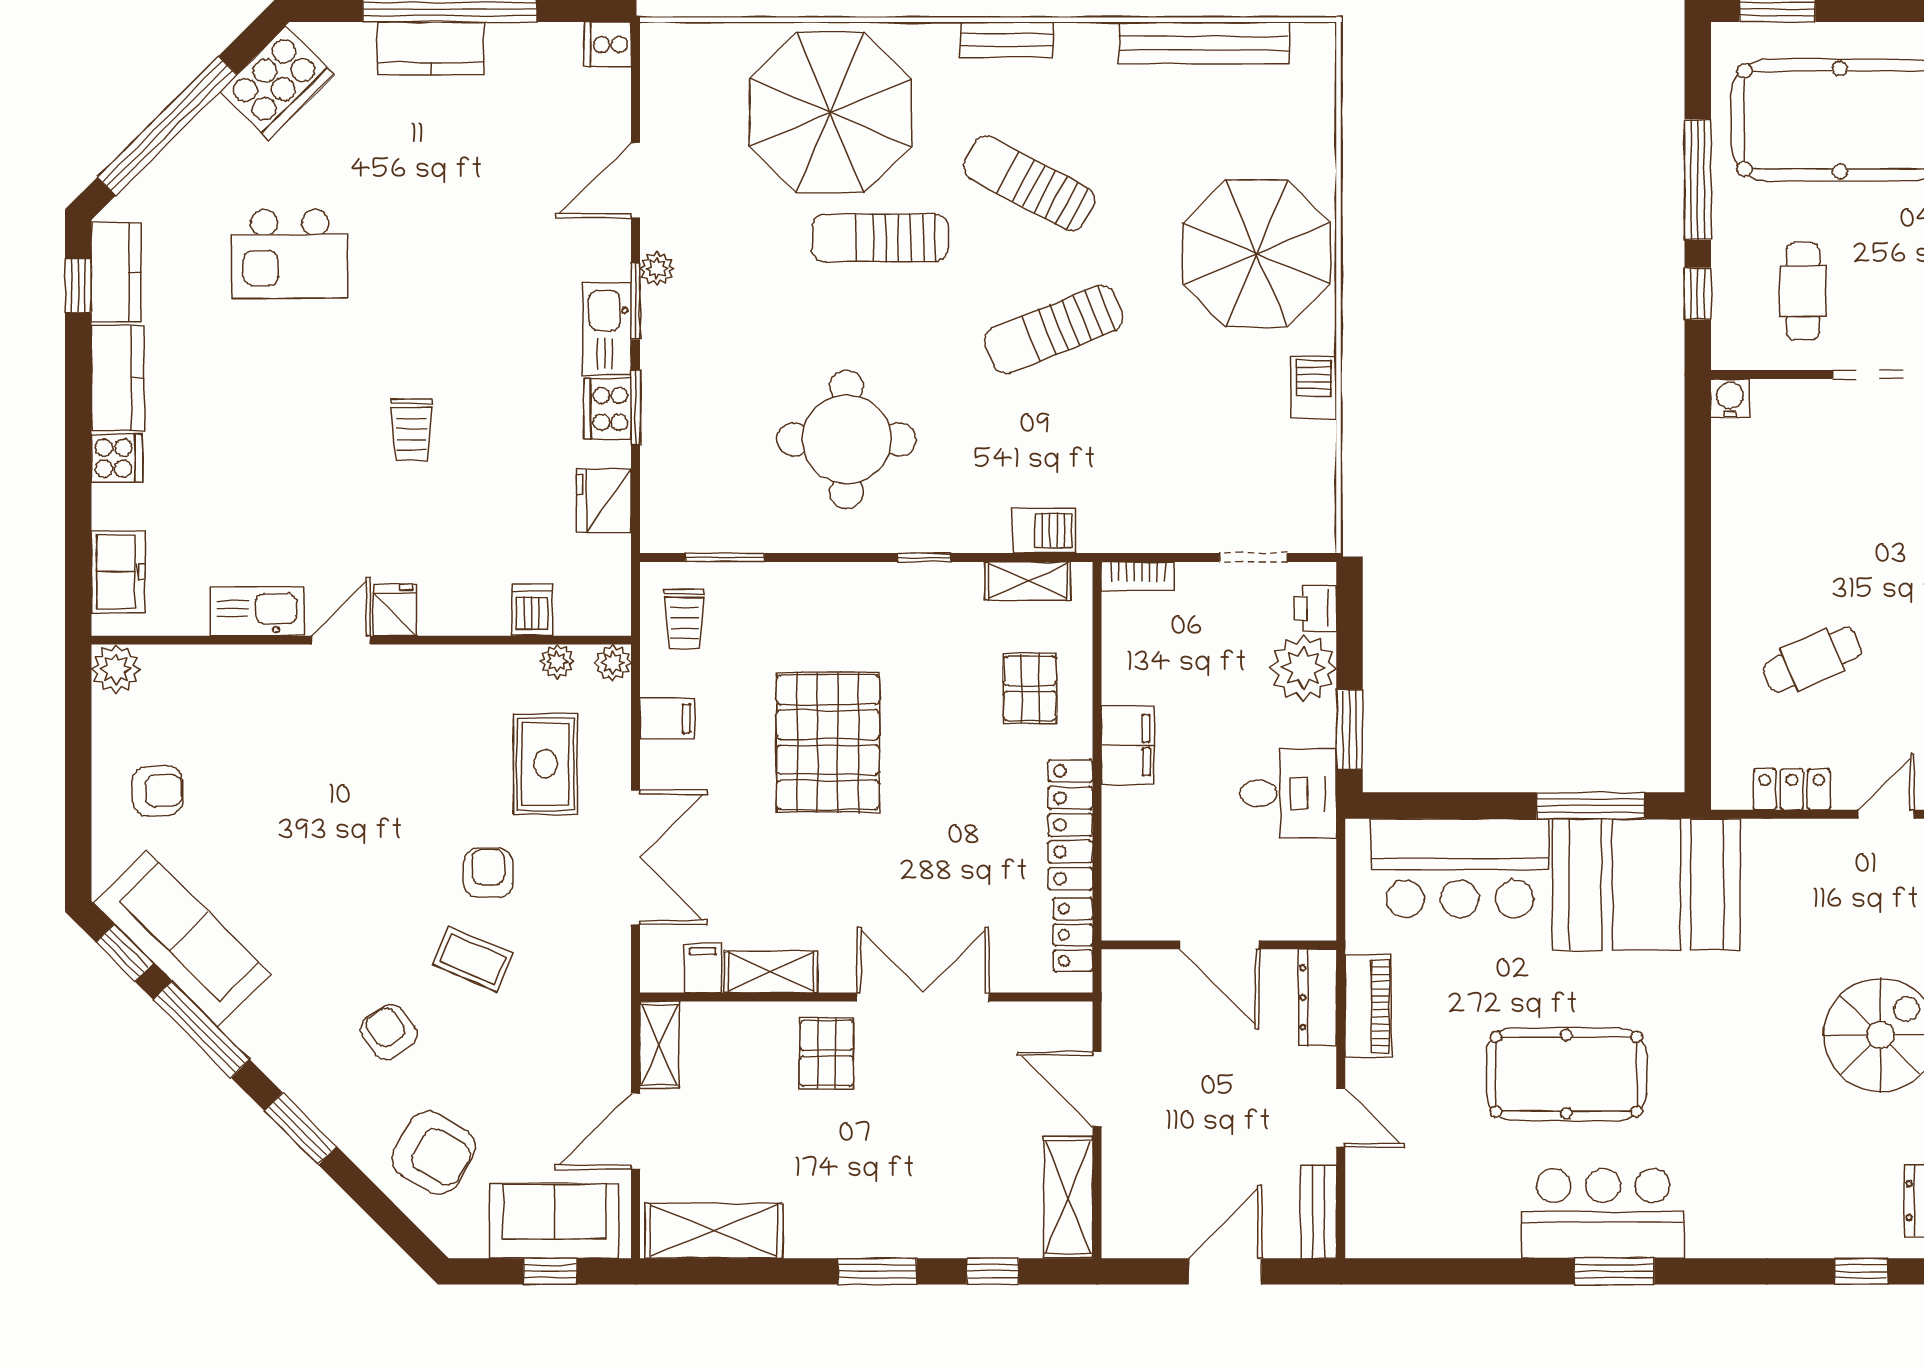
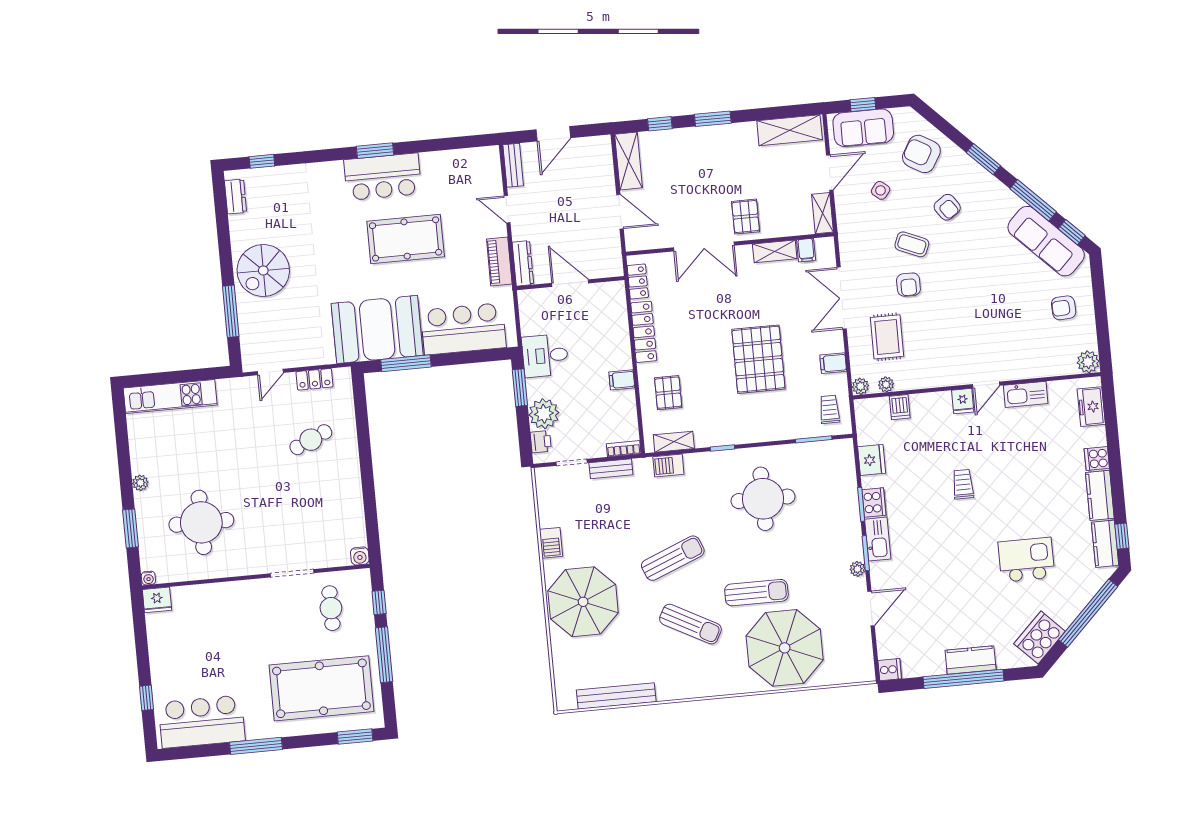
bench: (1007, 40) -> (611, 469), moved
filing cabinet: (1128, 745) -> (622, 380), width x0.50
side table: (529, 1082) -> (881, 190), added

